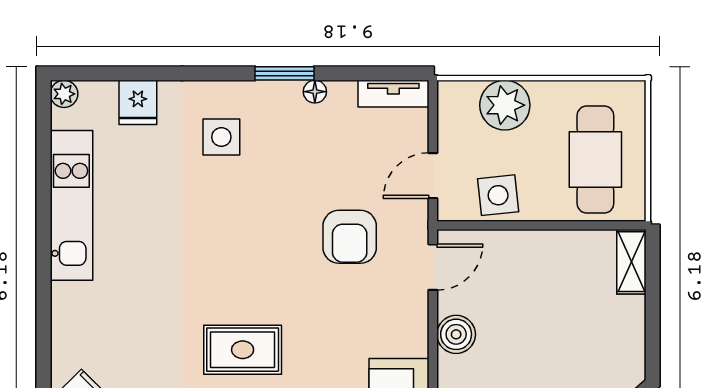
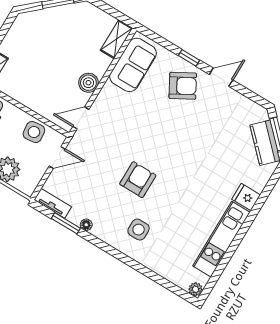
window: (284, 73) -> (66, 223), moved
fridge: (138, 102) -> (246, 197), moved, turned -90
armchair: (350, 237) -> (138, 180), moved
rug: (243, 350) -> (185, 132), removed

